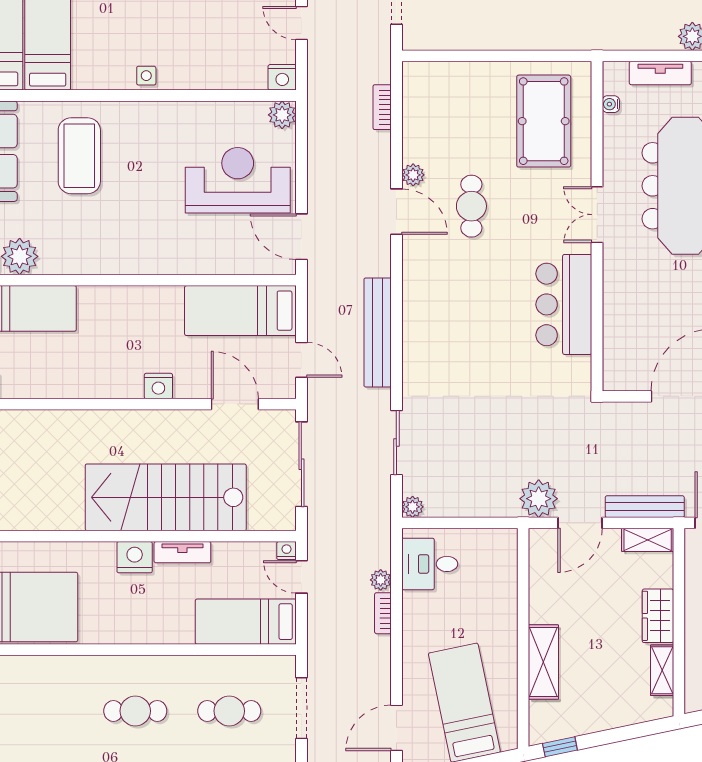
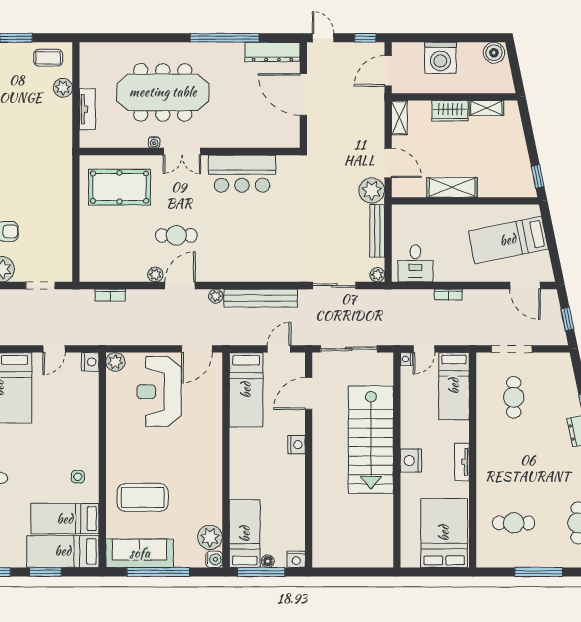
side table: (146, 76) -> (78, 477), moved
water cooler: (611, 104) -> (154, 142), moved
bench: (645, 507) -> (377, 231), moved
tv unit: (182, 552) -> (462, 462), moved, turned 180
plant: (381, 580) -> (216, 296), moved
shelving: (543, 662) -> (452, 187), moved
cafe table: (135, 711) -> (514, 523), moved, turned 90

